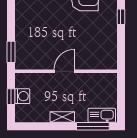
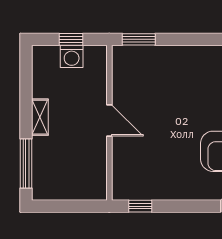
window: (121, 17) -> (140, 206), moved
kitchen sink: (102, 115) -> (43, 177), removed

